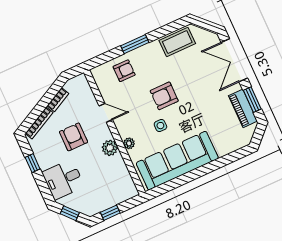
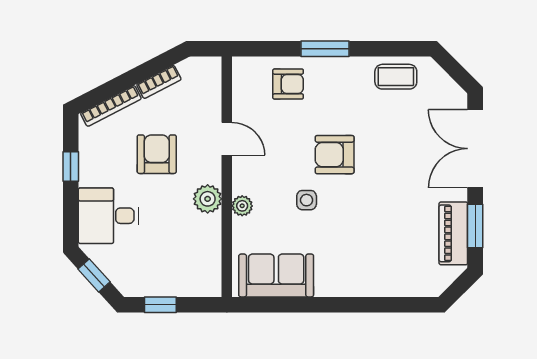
coffee table: (177, 42) -> (396, 77), width x0.73, depth x0.77
sofa: (177, 161) -> (276, 275), width x0.54, depth x0.79

